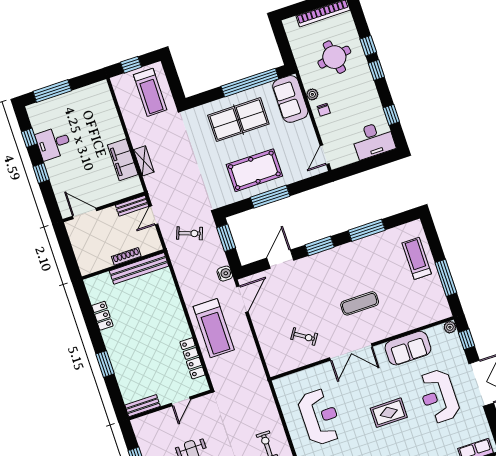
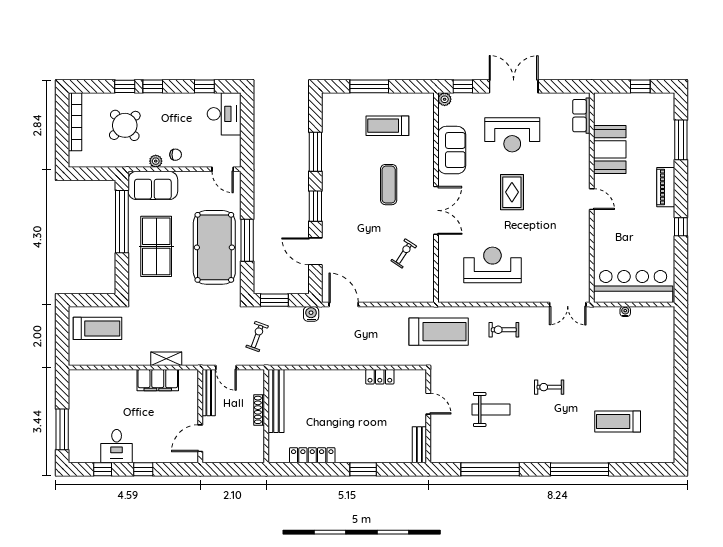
round table: (334, 57) -> (125, 125), turned -32
window: (131, 65) -> (62, 339), removed
pool table: (254, 170) -> (214, 247), width x1.36, depth x1.32
bench: (132, 206) -> (209, 393), width x1.36
treadmill: (417, 258) -> (387, 126), moved
window: (446, 278) -> (369, 86), moved
locker: (102, 316) -> (312, 455), width x1.53
treadmill: (214, 328) -> (439, 332), moved
locker: (192, 358) -> (380, 377), width x0.66

